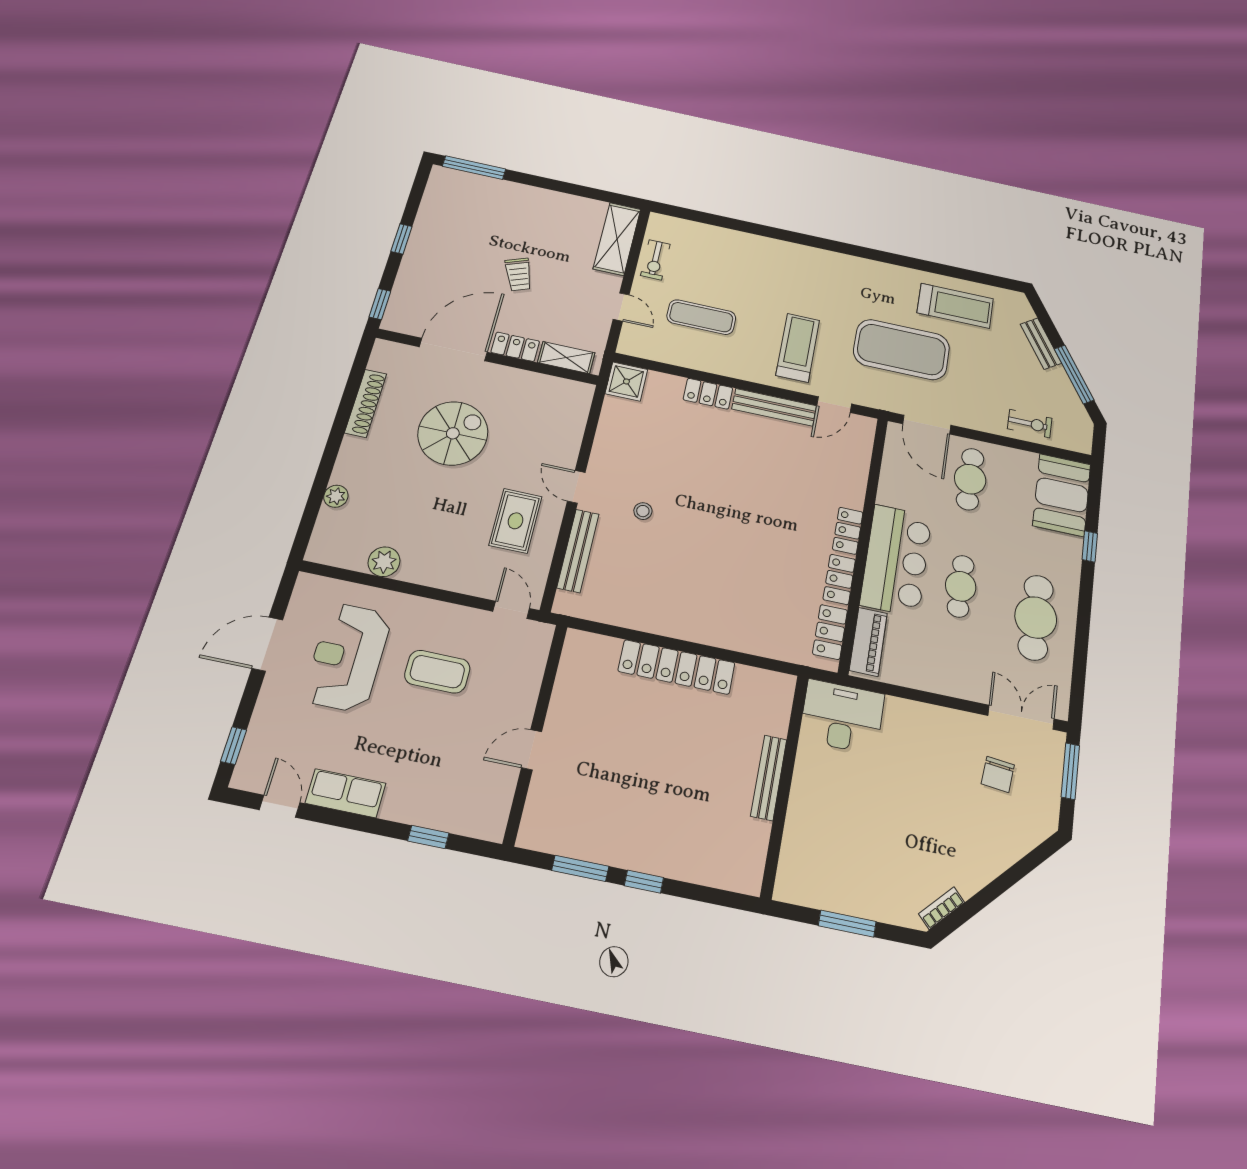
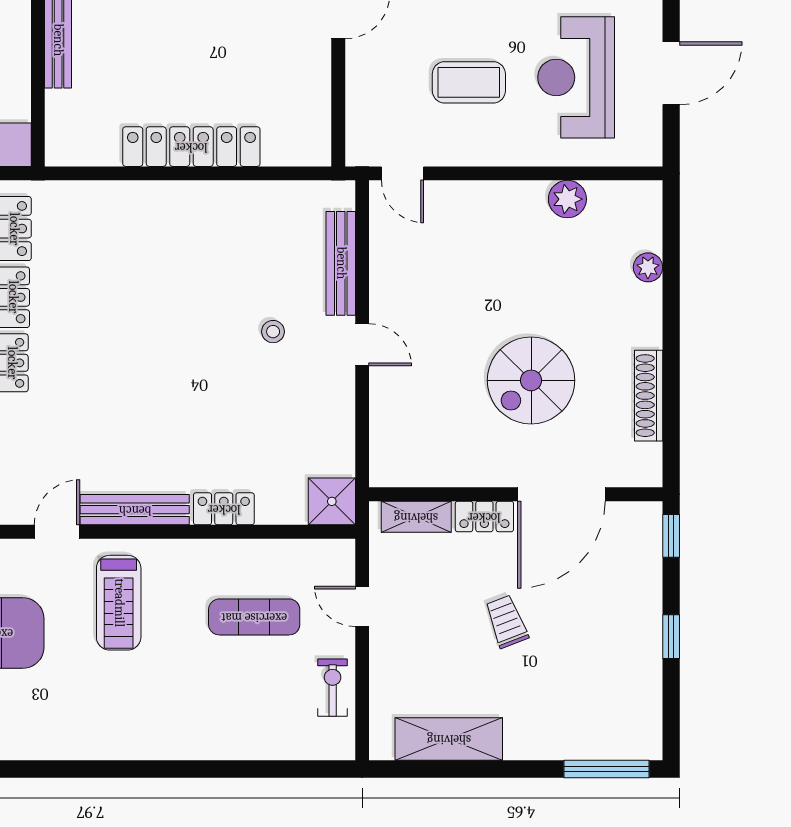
shelving: (617, 239) -> (449, 739), moved, turned 90
rug: (515, 521) -> (425, 284), removed
reception desk: (347, 657) -> (576, 77), turned 180

